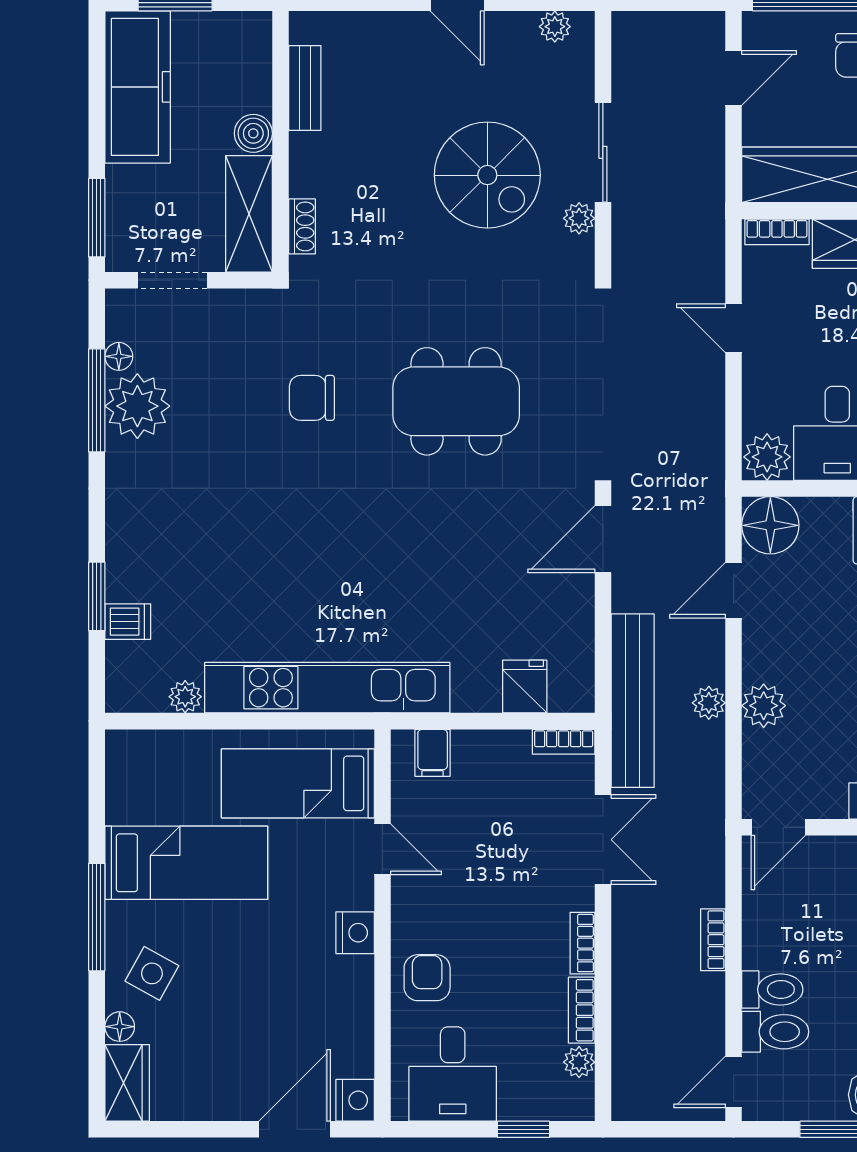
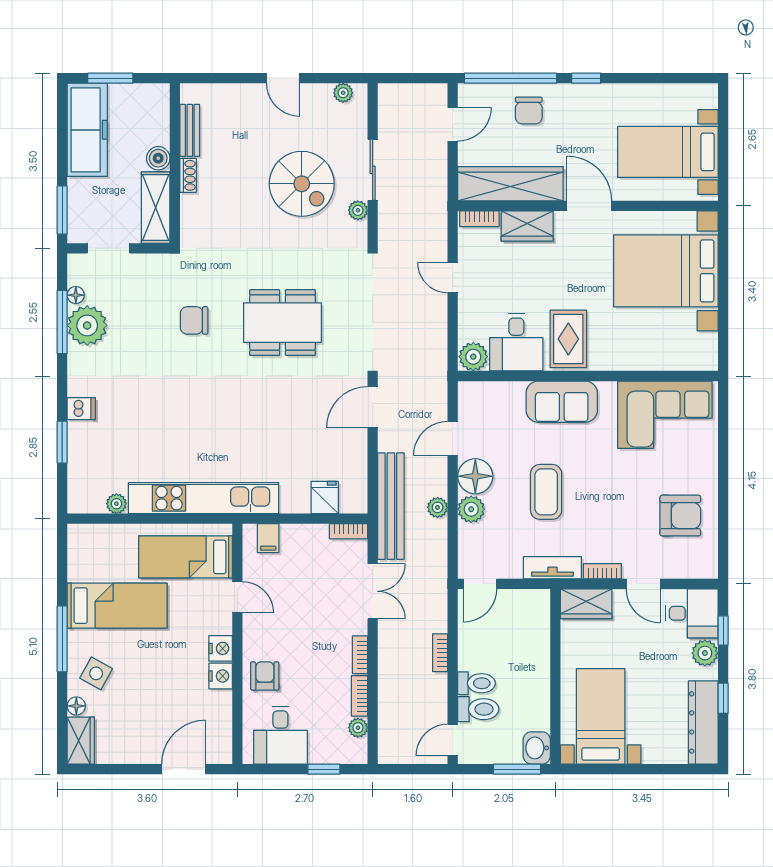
shoe rack: (302, 226) -> (188, 175), moved
floor lamp: (770, 525) -> (475, 476), moved
dishwasher: (128, 622) -> (81, 409), moved
nightstand: (355, 1100) -> (221, 676), moved

